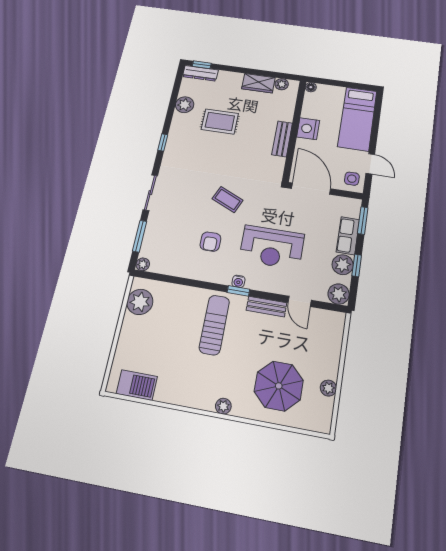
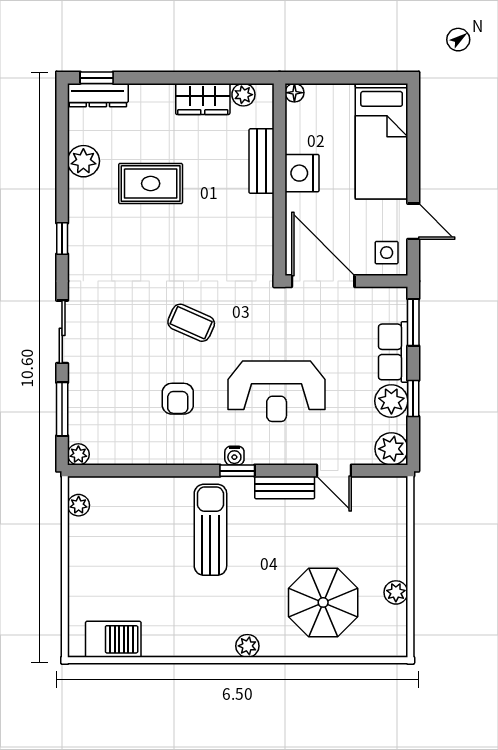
bench: (282, 139) -> (262, 161), moved
plant: (140, 302) -> (79, 505), width x0.53, depth x0.53

